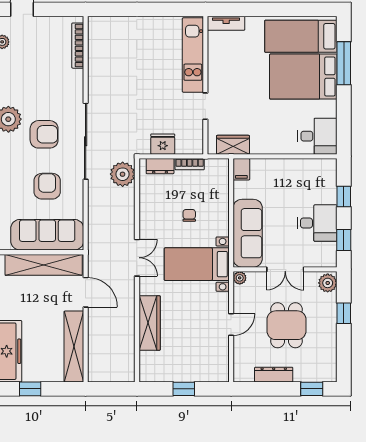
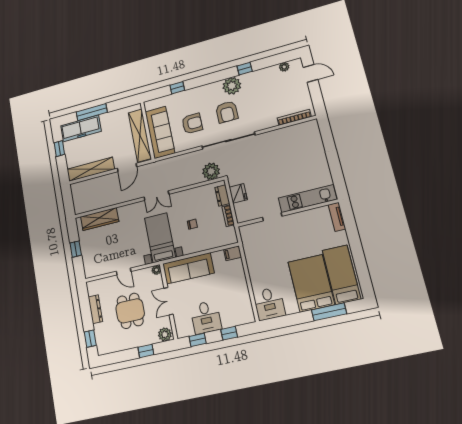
wardrobe: (233, 145) -> (249, 243), removed
wardrobe: (150, 323) -> (100, 219), moved
dining table: (286, 325) -> (130, 311), turned 90

